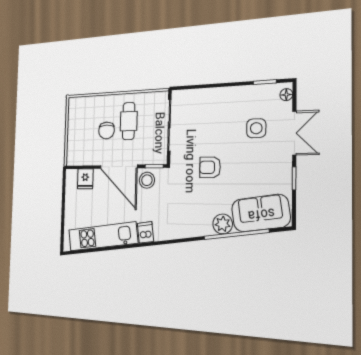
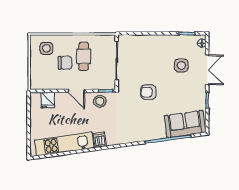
side table: (86, 113) -> (46, 48), added
chair: (107, 130) -> (65, 63), turned -90
door: (119, 167) -> (76, 91), width x0.53
plant: (223, 224) -> (158, 132), removed

